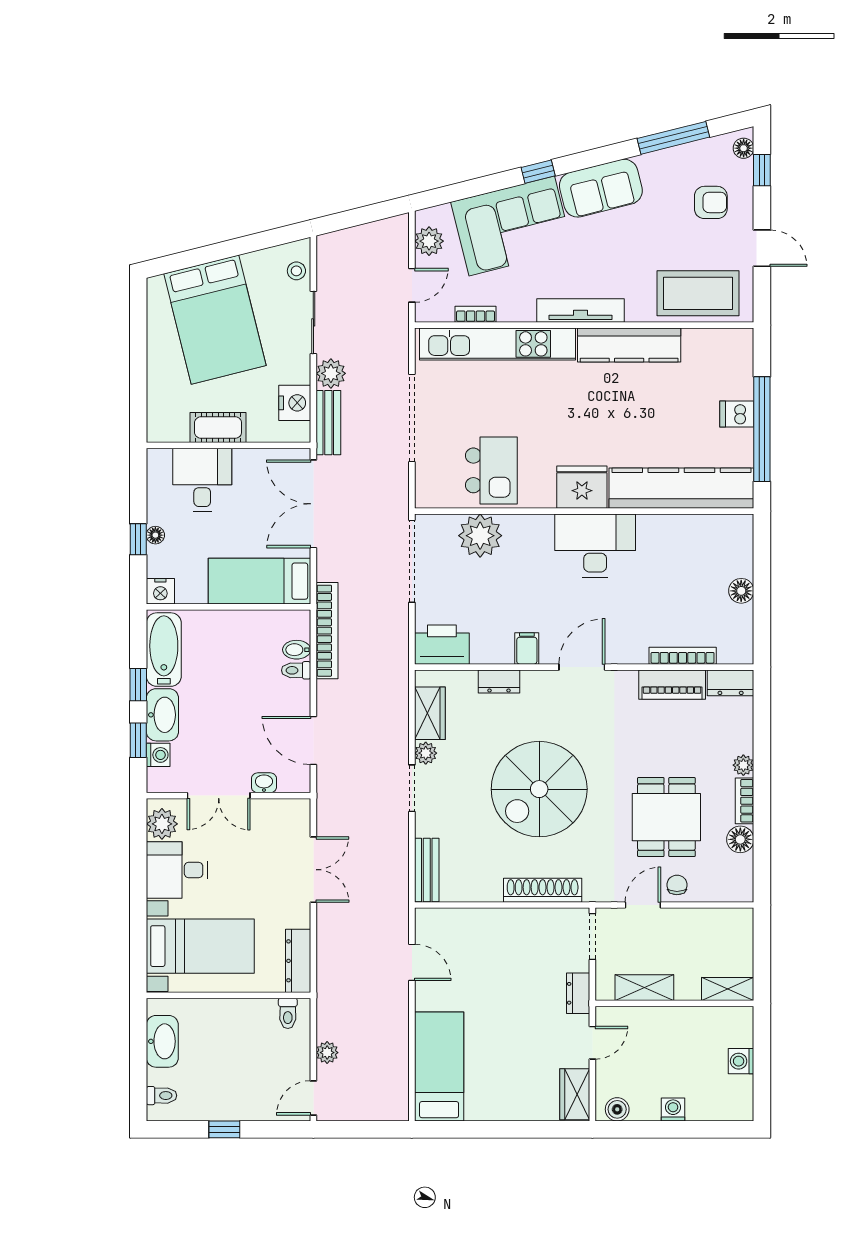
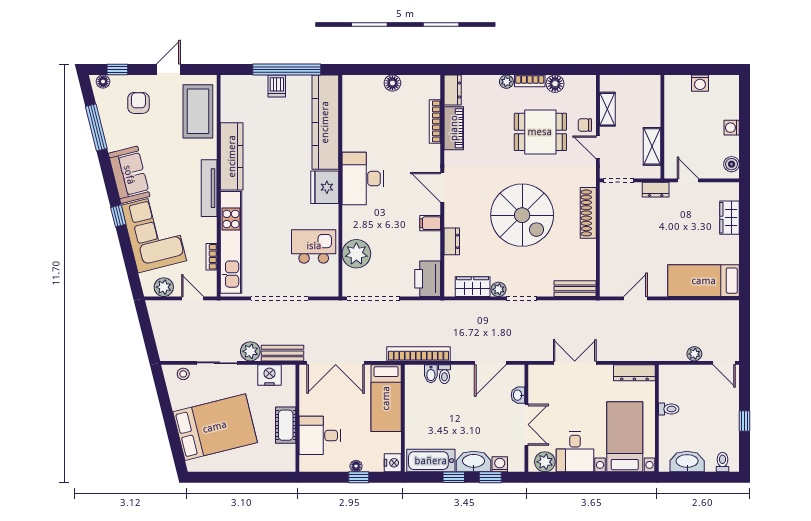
shelving: (728, 989) -> (607, 109), moved
toilet: (288, 1013) -> (669, 409), moved
wardrobe: (575, 1094) -> (730, 218), moved, turned 90

